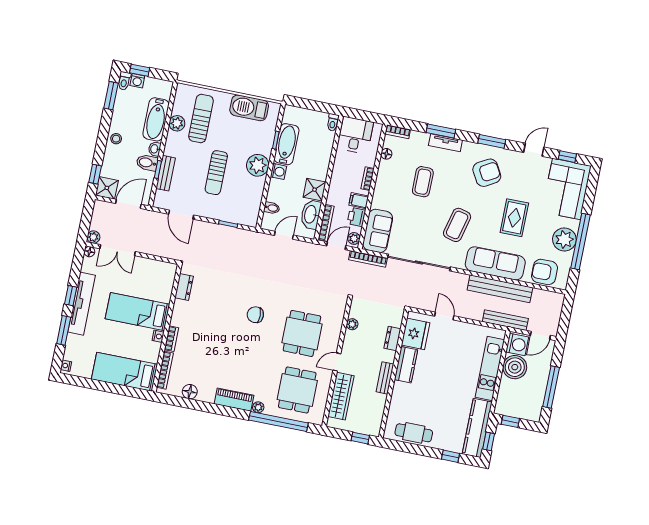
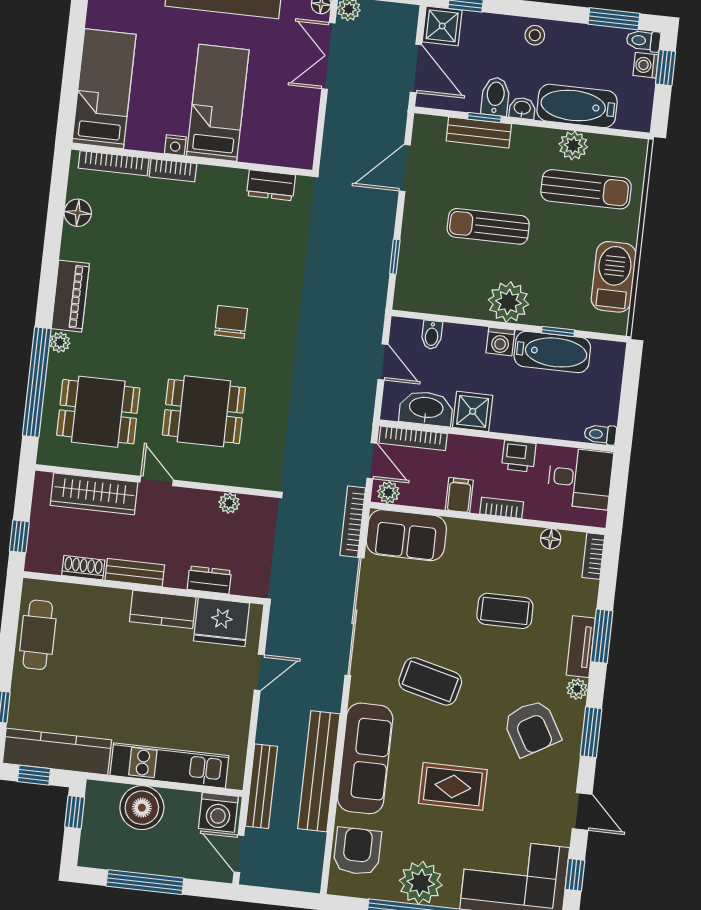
plant: (468, 147) -> (577, 689), added
printer: (356, 217) -> (519, 456), moved, turned 180
boiler: (515, 367) -> (142, 808), moved
shoe rack: (380, 405) -> (83, 568), added

